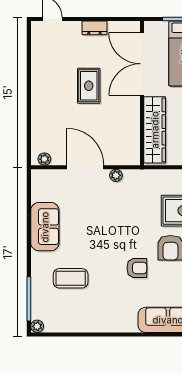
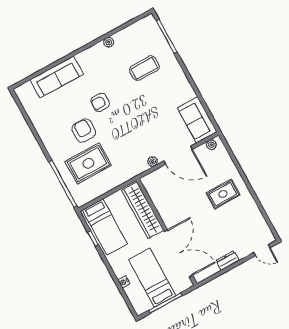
rug: (89, 86) -> (223, 194), moved, turned 90
sofa: (45, 227) -> (197, 120), moved
plant: (37, 326) -> (109, 42), moved

